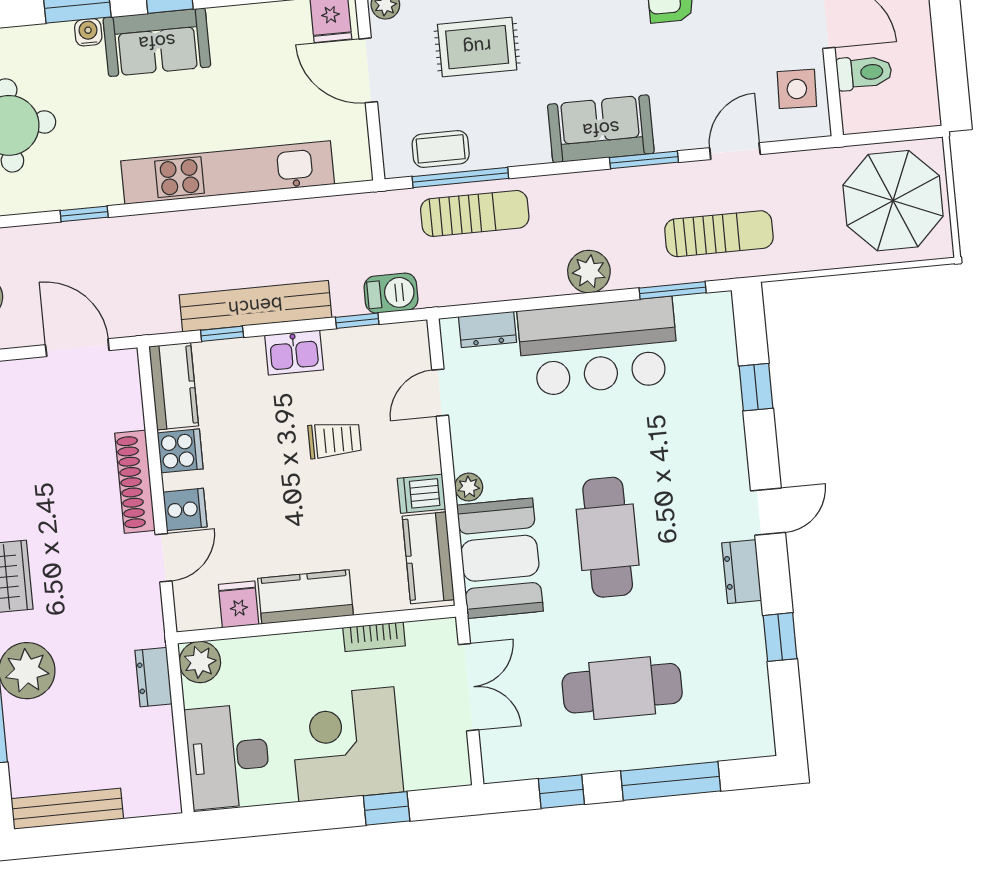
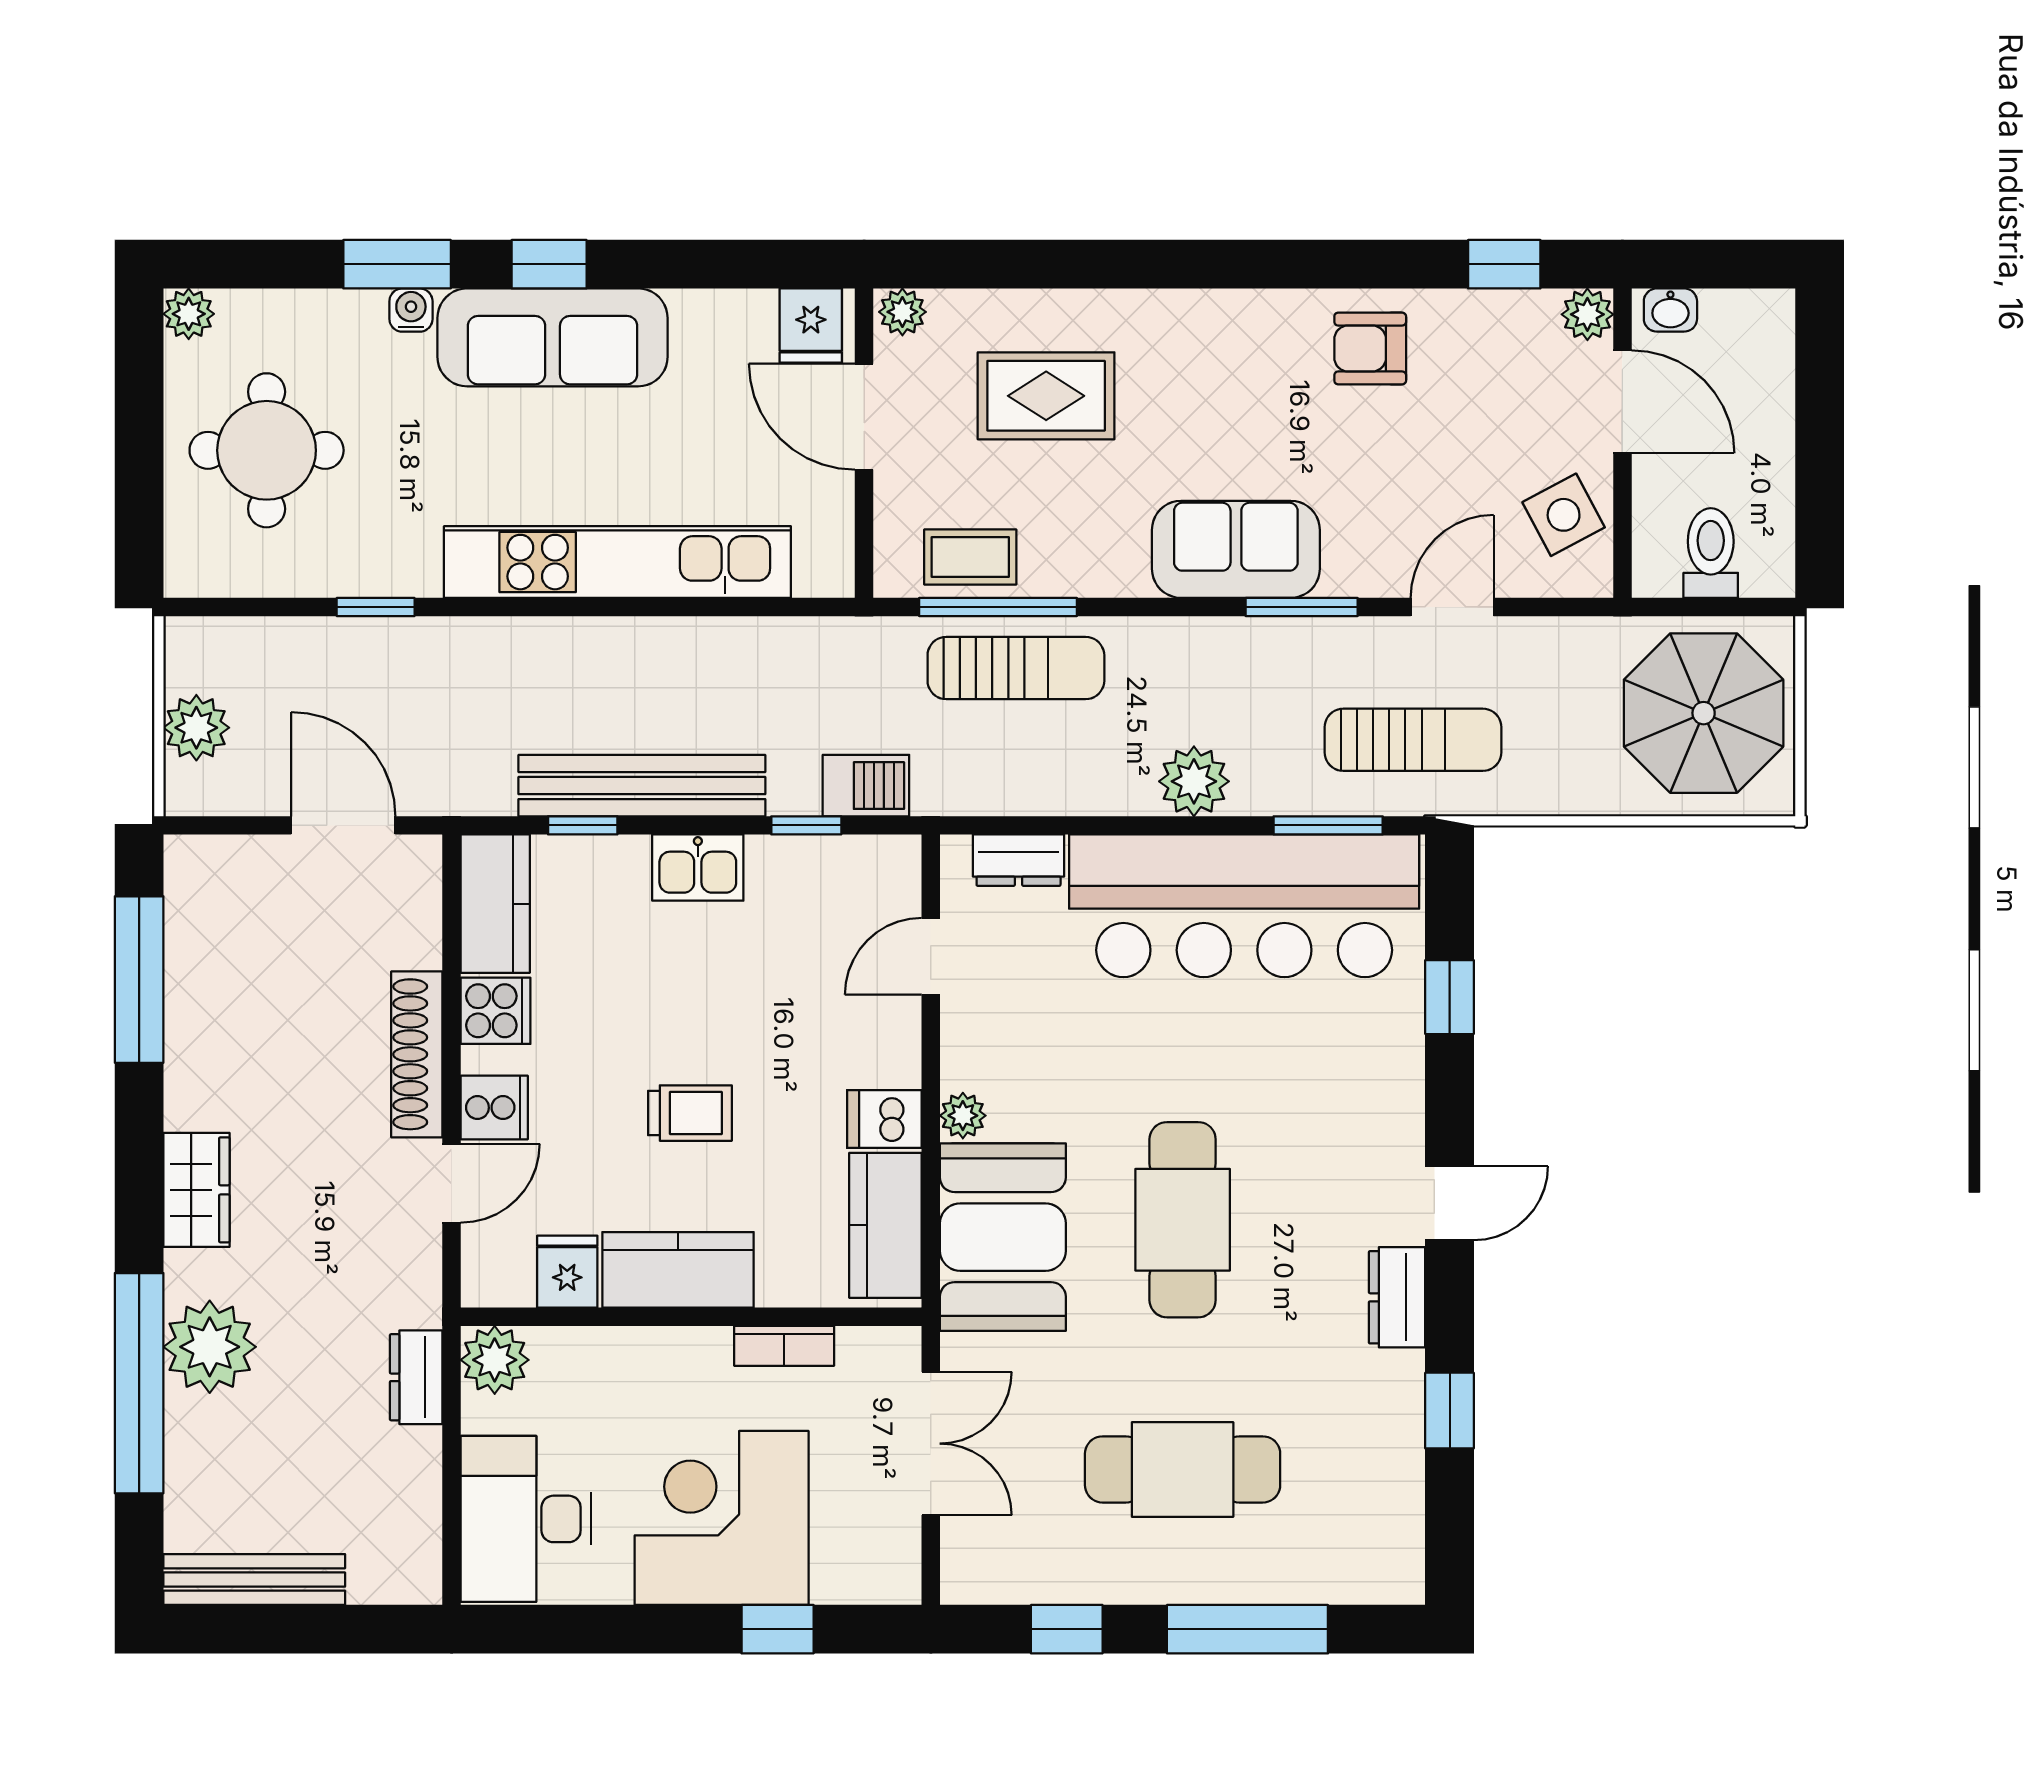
sofa: (157, 42) -> (553, 337), width x1.36
toilet: (864, 73) -> (1711, 553), moved, turned -90
side table: (797, 89) -> (1564, 515), turned -30
bar counter: (598, 347) -> (1244, 906), width x1.36
trolley: (335, 440) -> (690, 1113), moved

